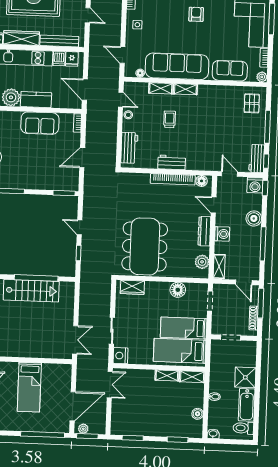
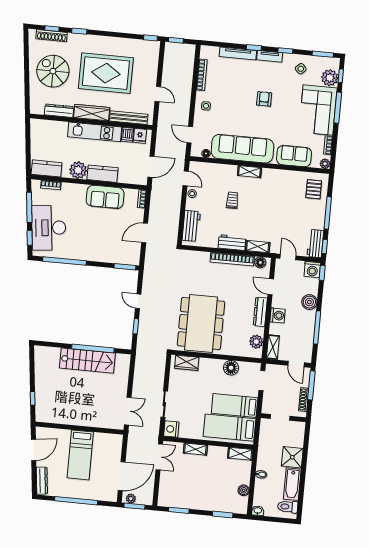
shelving: (161, 88) -> (258, 247), moved
door: (85, 90) -> (151, 167), swing flipped
shelving: (167, 375) -> (195, 449), moved
window: (43, 434) -> (76, 501), moved

